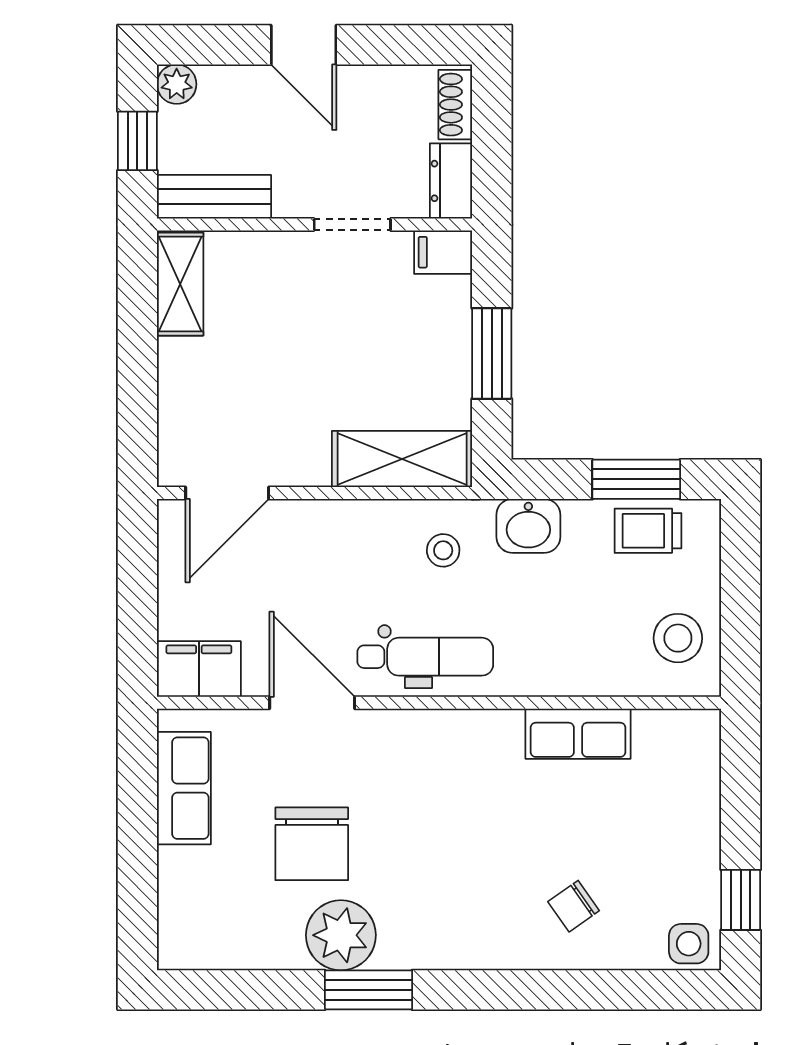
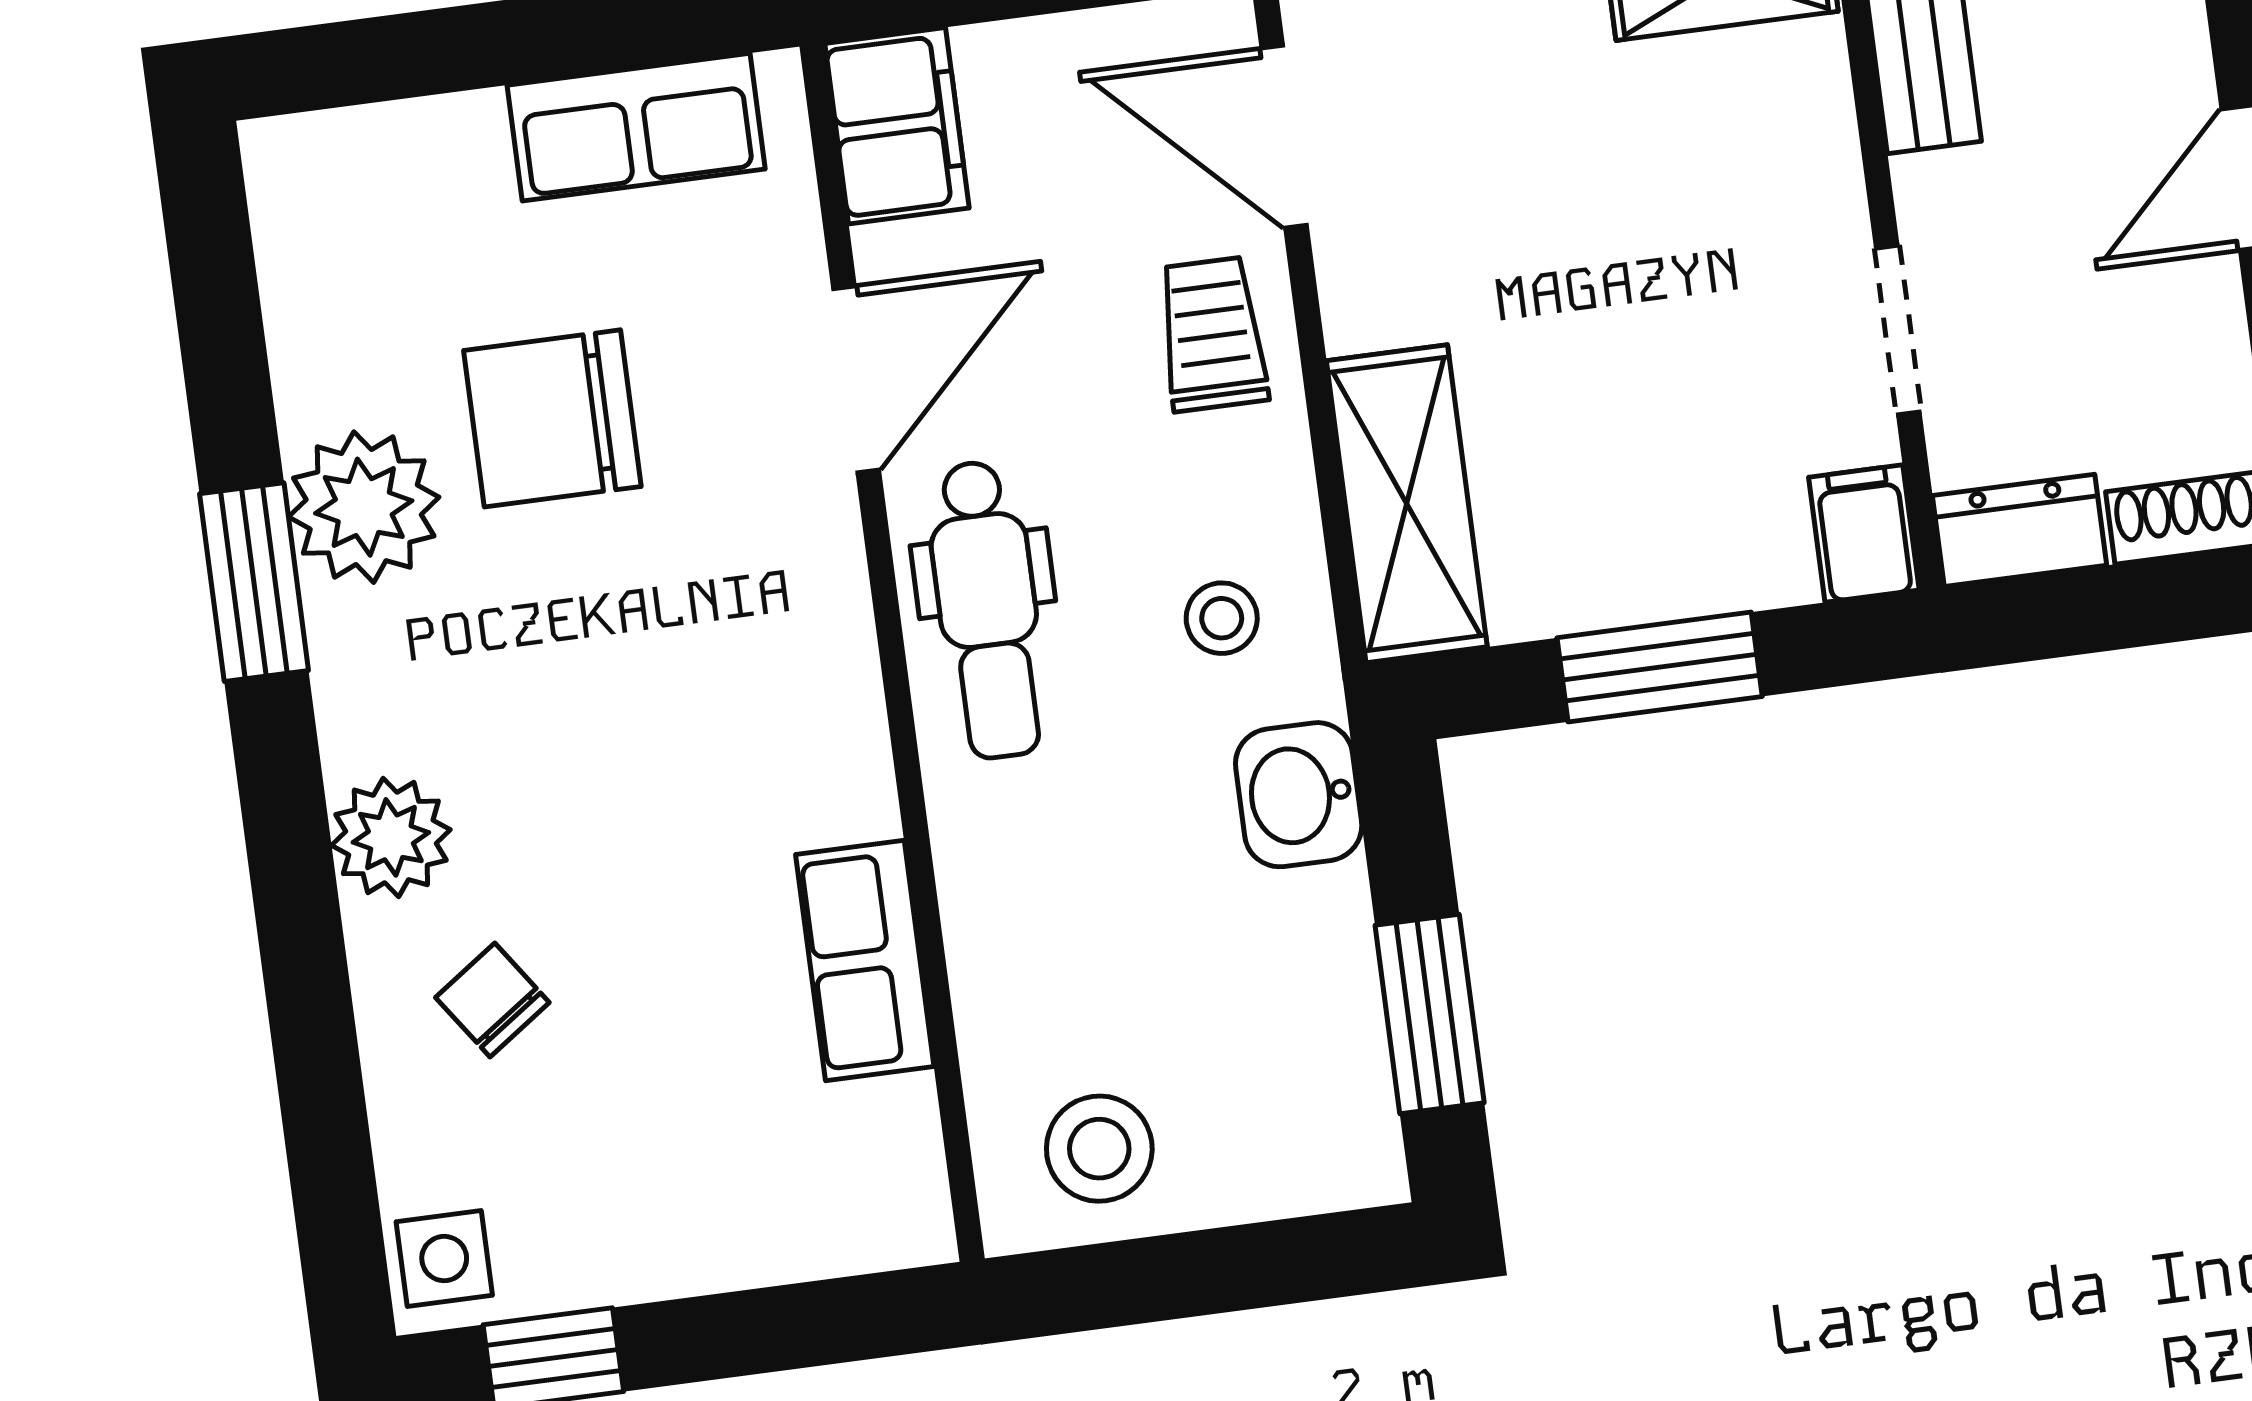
trolley: (648, 531) -> (1212, 334), moved
plant: (493, 943) -> (391, 837), added

